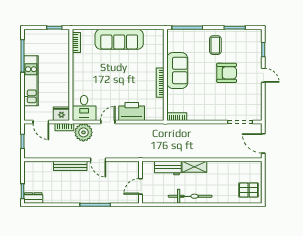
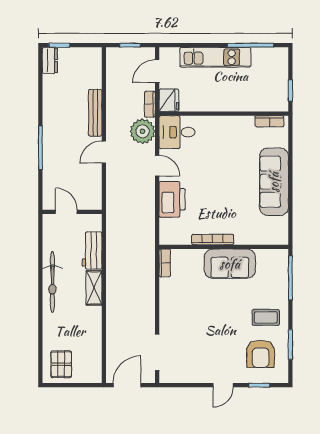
armchair: (227, 73) -> (261, 354), moved

